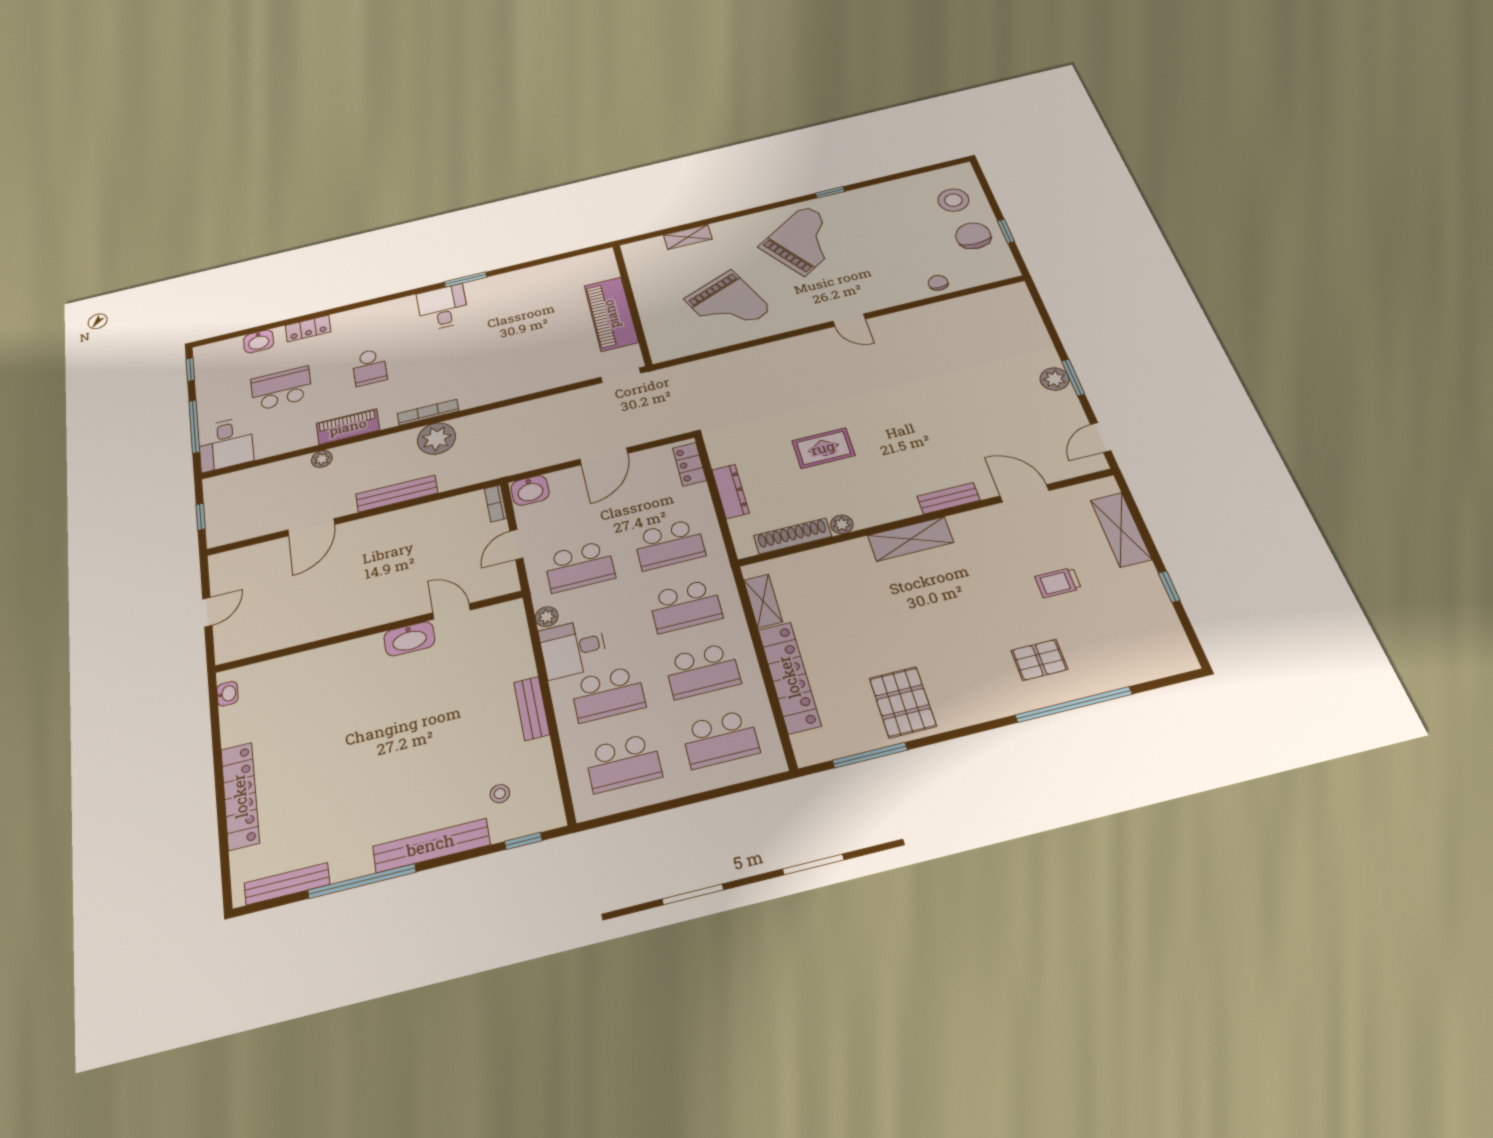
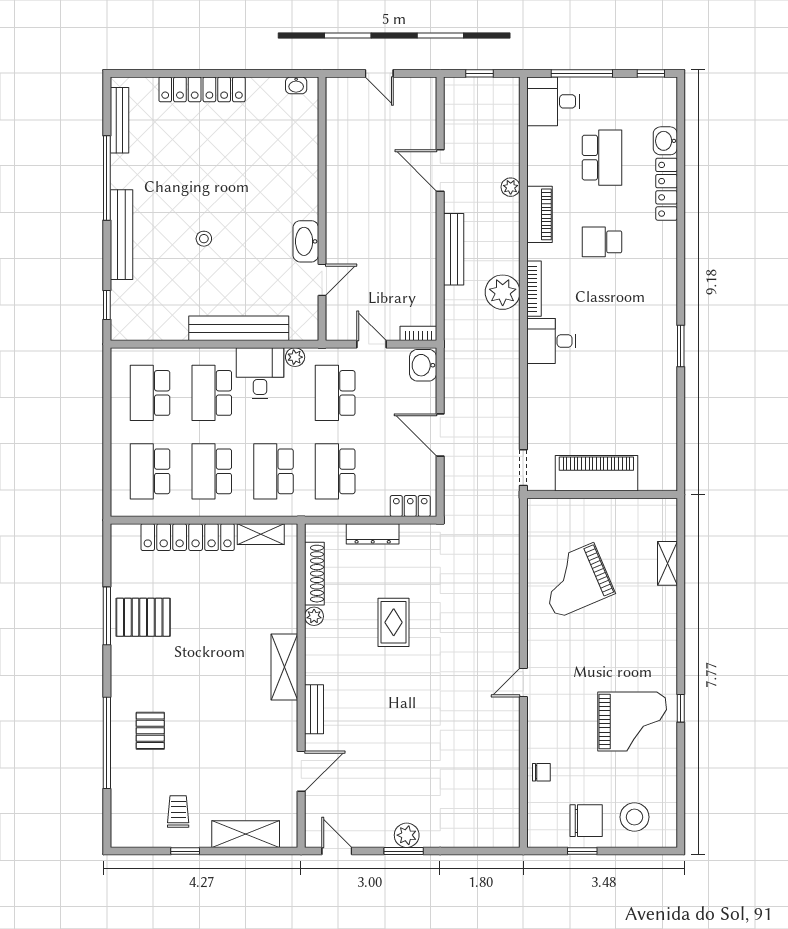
grand piano: (805, 240) -> (632, 721), moved, turned -56
desk: (443, 307) -> (551, 341), moved, turned 180
locker: (308, 329) -> (667, 189), width x1.53
trolley: (1058, 583) -> (178, 811), moved
bench: (532, 708) -> (239, 328), width x1.86, depth x1.21
window: (870, 755) -> (107, 616), moved
stool: (500, 794) -> (204, 239), moved

